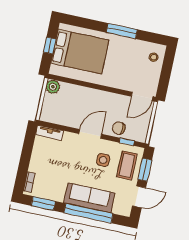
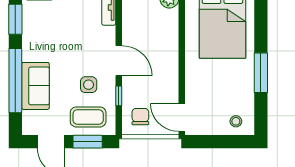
chair: (119, 128) -> (140, 117), moved
window: (127, 142) -> (119, 96), moved
sofa: (89, 198) -> (36, 86), width x0.73

